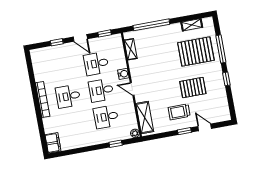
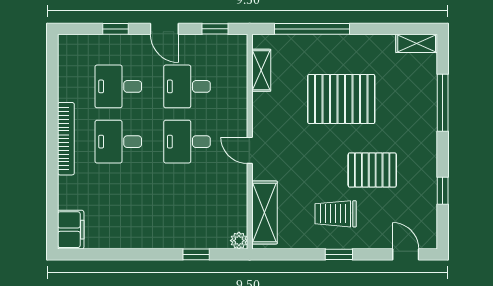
shelving: (192, 25) -> (417, 43), moved
pallet: (196, 51) -> (341, 99), moved
water cooler: (123, 74) -> (237, 117), removed
window: (226, 79) -> (443, 191), moved
desk: (106, 117) -> (118, 86), moved
door: (205, 127) -> (406, 254), moved

